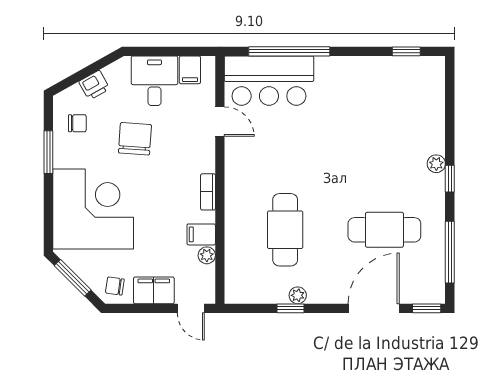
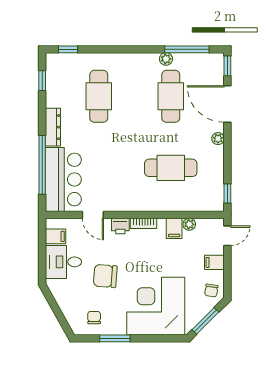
dresser: (342, 66) -> (53, 127), added
printer: (94, 85) -> (120, 226), moved, turned 119
door: (220, 122) -> (93, 215), swing flipped
cafe table: (384, 130) -> (99, 96), added
plant: (436, 164) -> (166, 59), moved
window: (450, 179) -> (68, 49), moved
filing cabinet: (154, 290) -> (214, 262), width x0.50
plant: (298, 295) -> (218, 139), moved
window: (290, 308) -> (227, 194), moved

